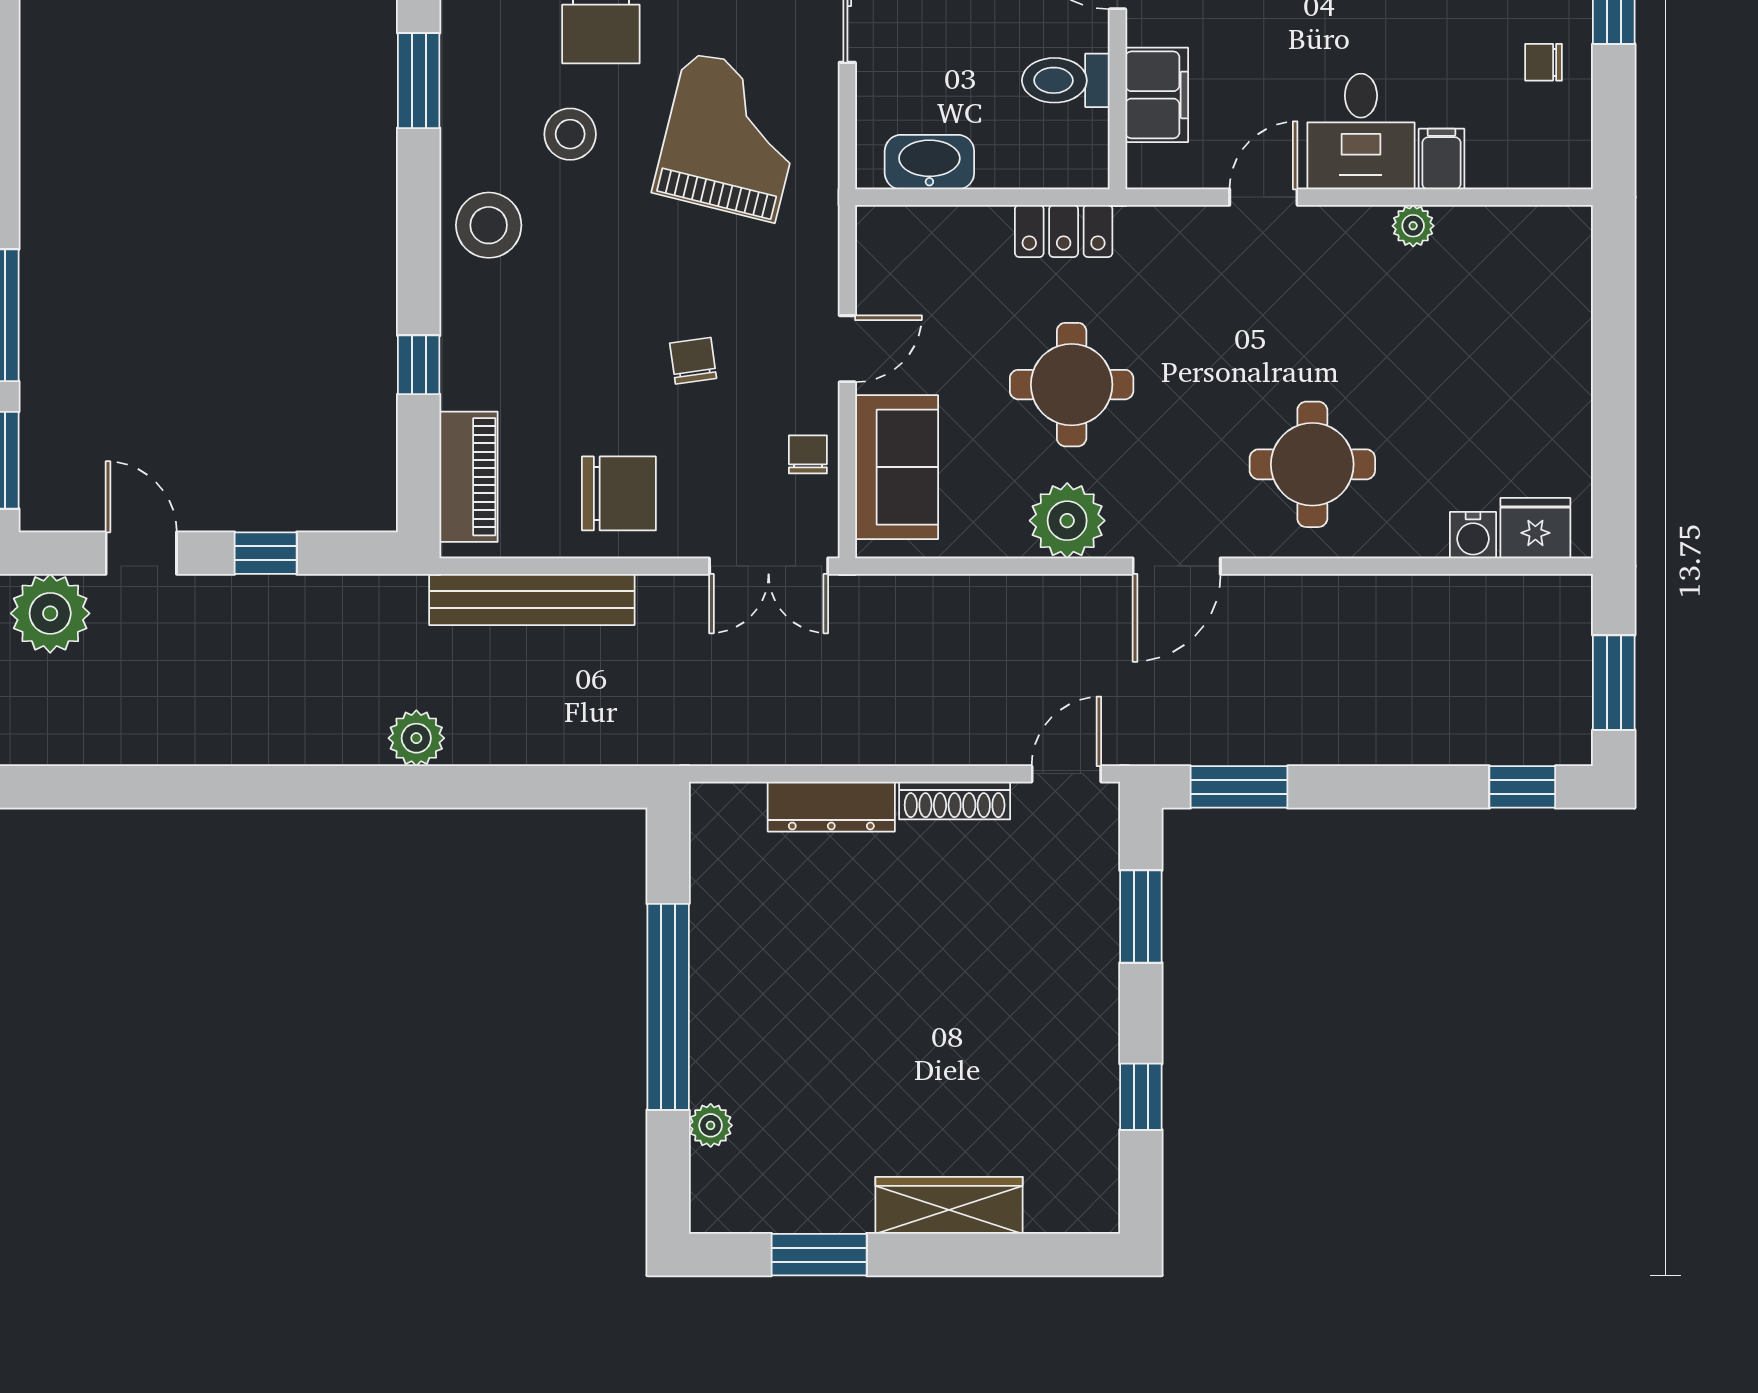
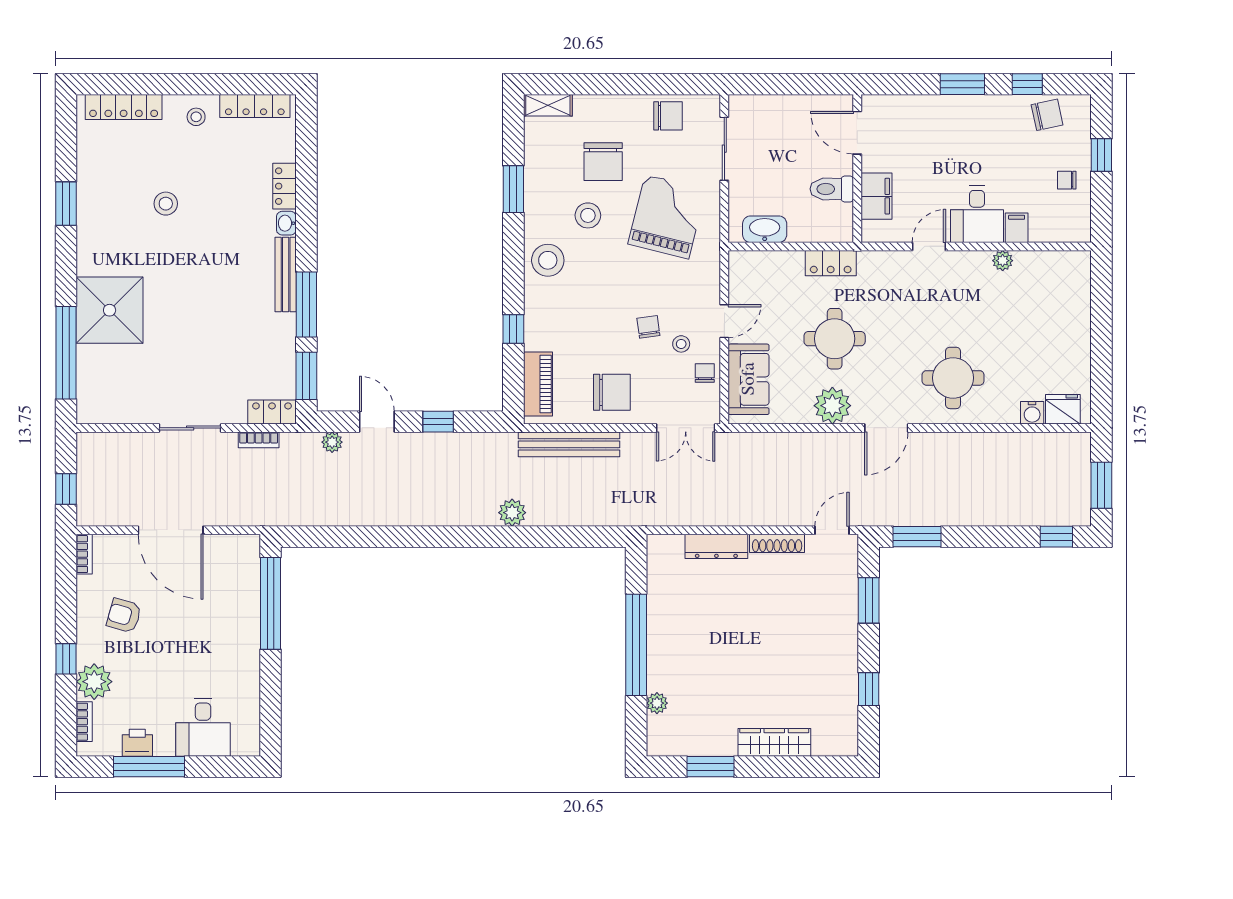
stool: (760, 395) -> (681, 344), added
plant: (50, 613) -> (332, 442), width x0.53, depth x0.53

